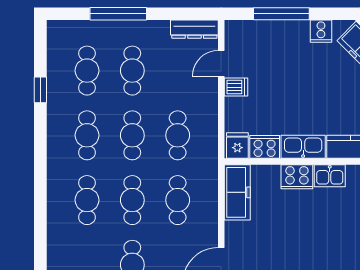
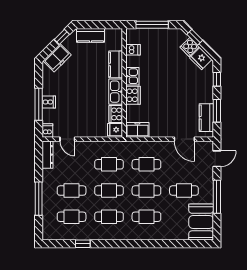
cooker: (321, 31) -> (49, 102), moved
dishwasher: (236, 87) -> (47, 130), moved
freezer: (237, 192) -> (137, 130), width x0.71

